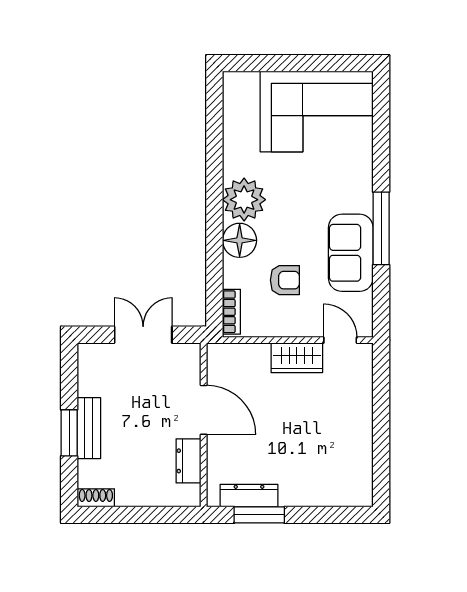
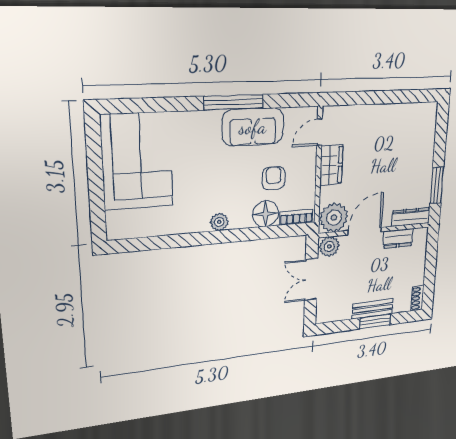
plant: (244, 200) -> (219, 222), width x0.53, depth x0.53
floor lamp: (240, 240) -> (266, 214), moved
plant: (187, 359) -> (329, 246), added
plant: (226, 364) -> (334, 218), added
dresser: (249, 496) -> (411, 217), moved, turned 90

